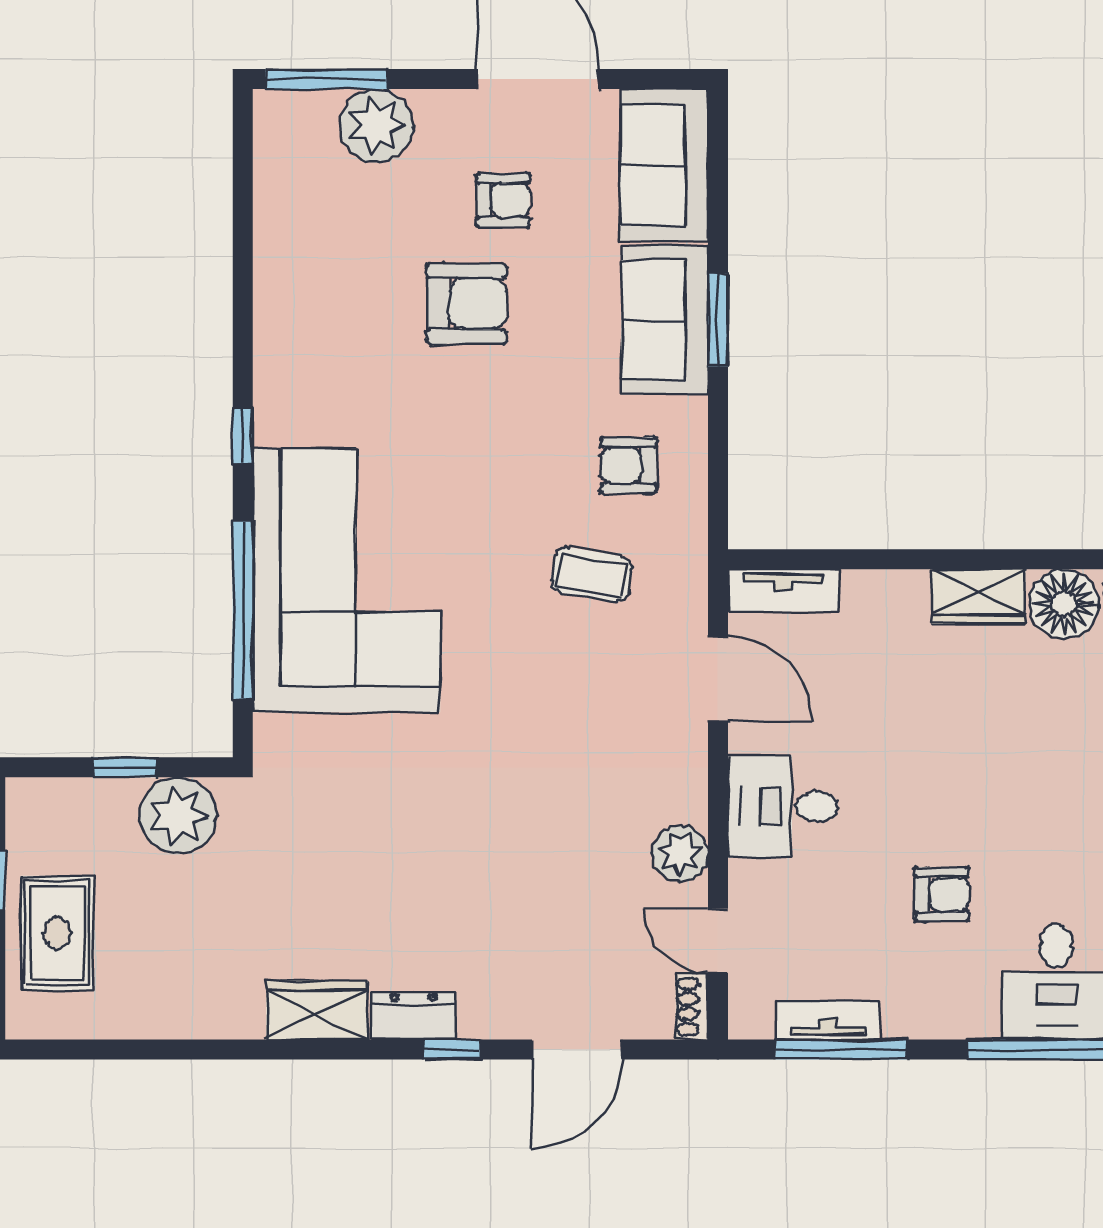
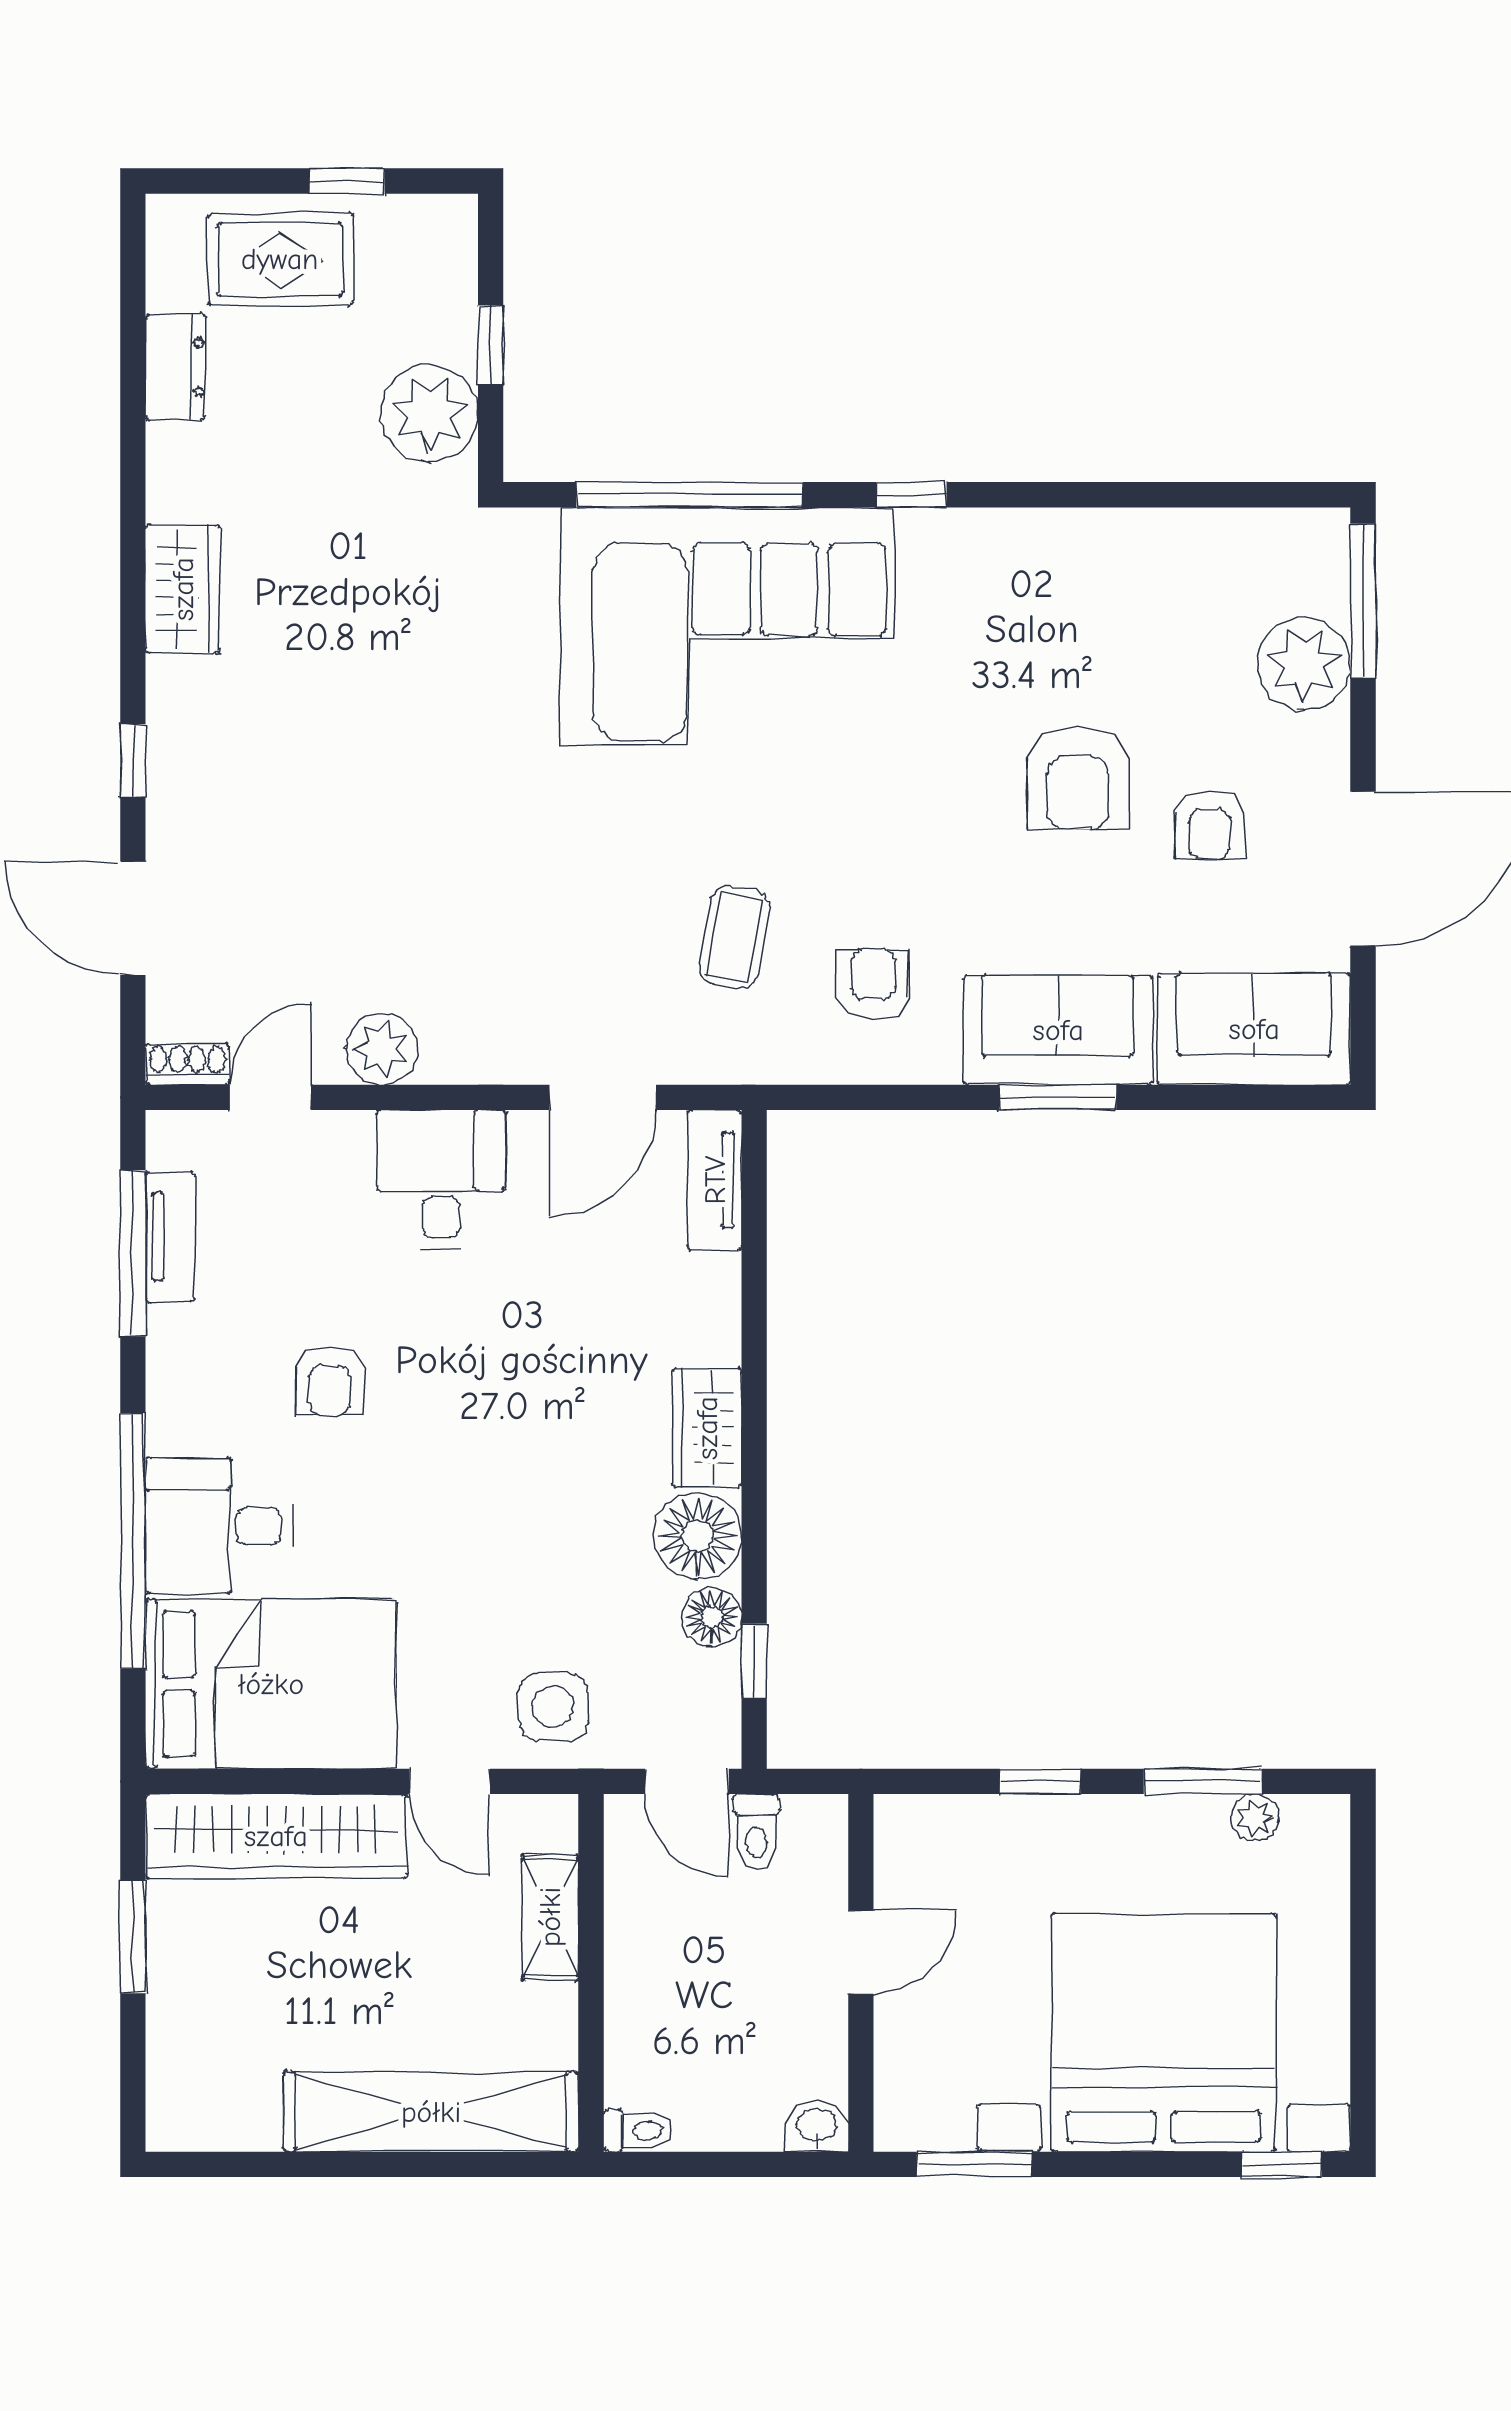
dresser: (414, 1016) -> (175, 367), moved

